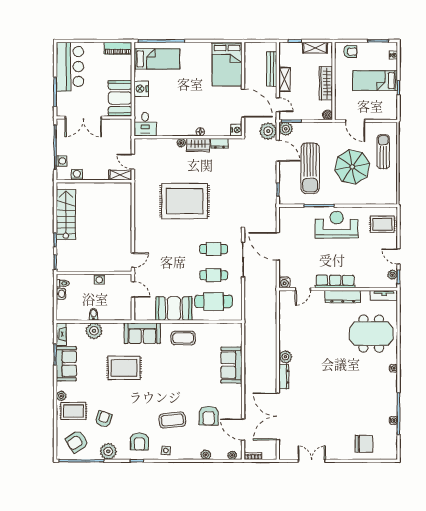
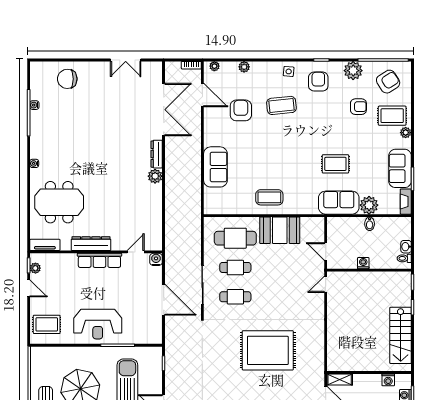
sofa: (142, 333) -> (339, 203), moved
rug: (124, 368) -> (335, 164), width x0.73, depth x0.70
armchair: (104, 419) -> (358, 107), turned -108

